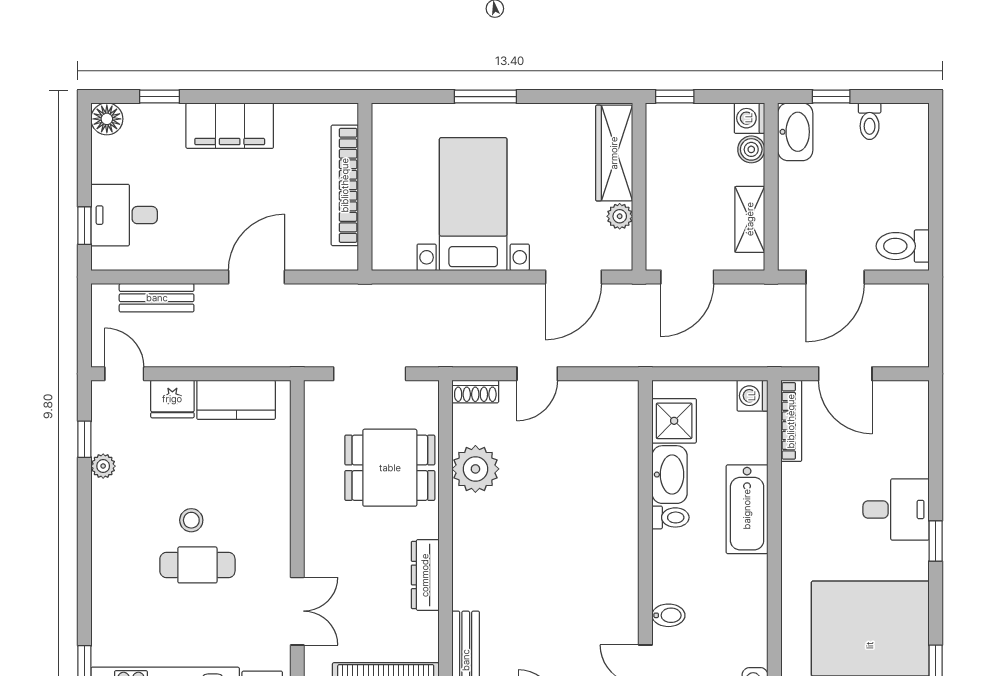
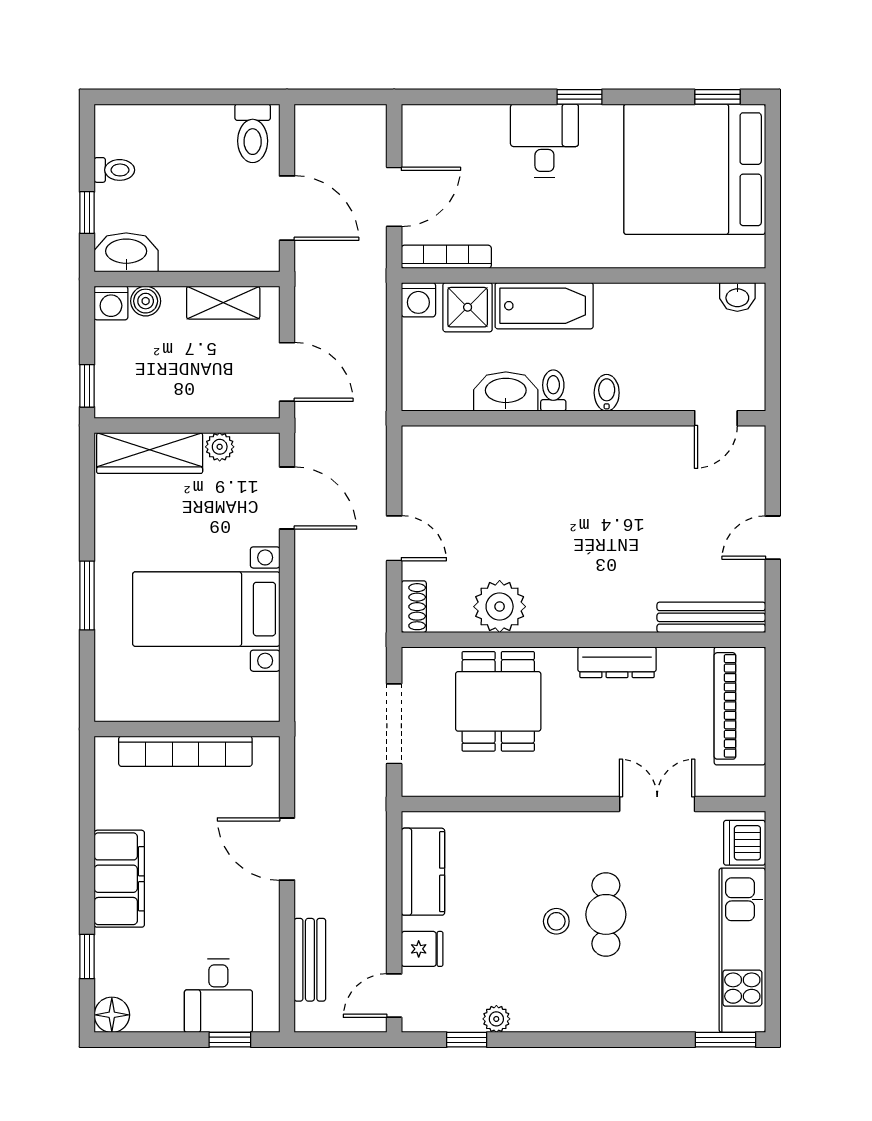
fridge: (172, 399) -> (422, 949), width x0.72
shower: (674, 421) -> (468, 307), moved
bidet: (668, 615) -> (607, 393), moved

